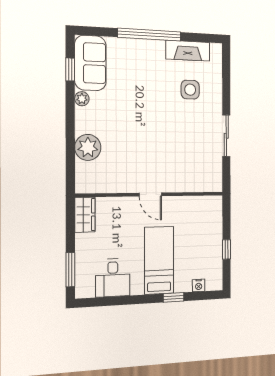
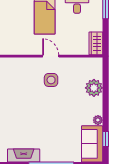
side table: (190, 90) -> (51, 80), moved

